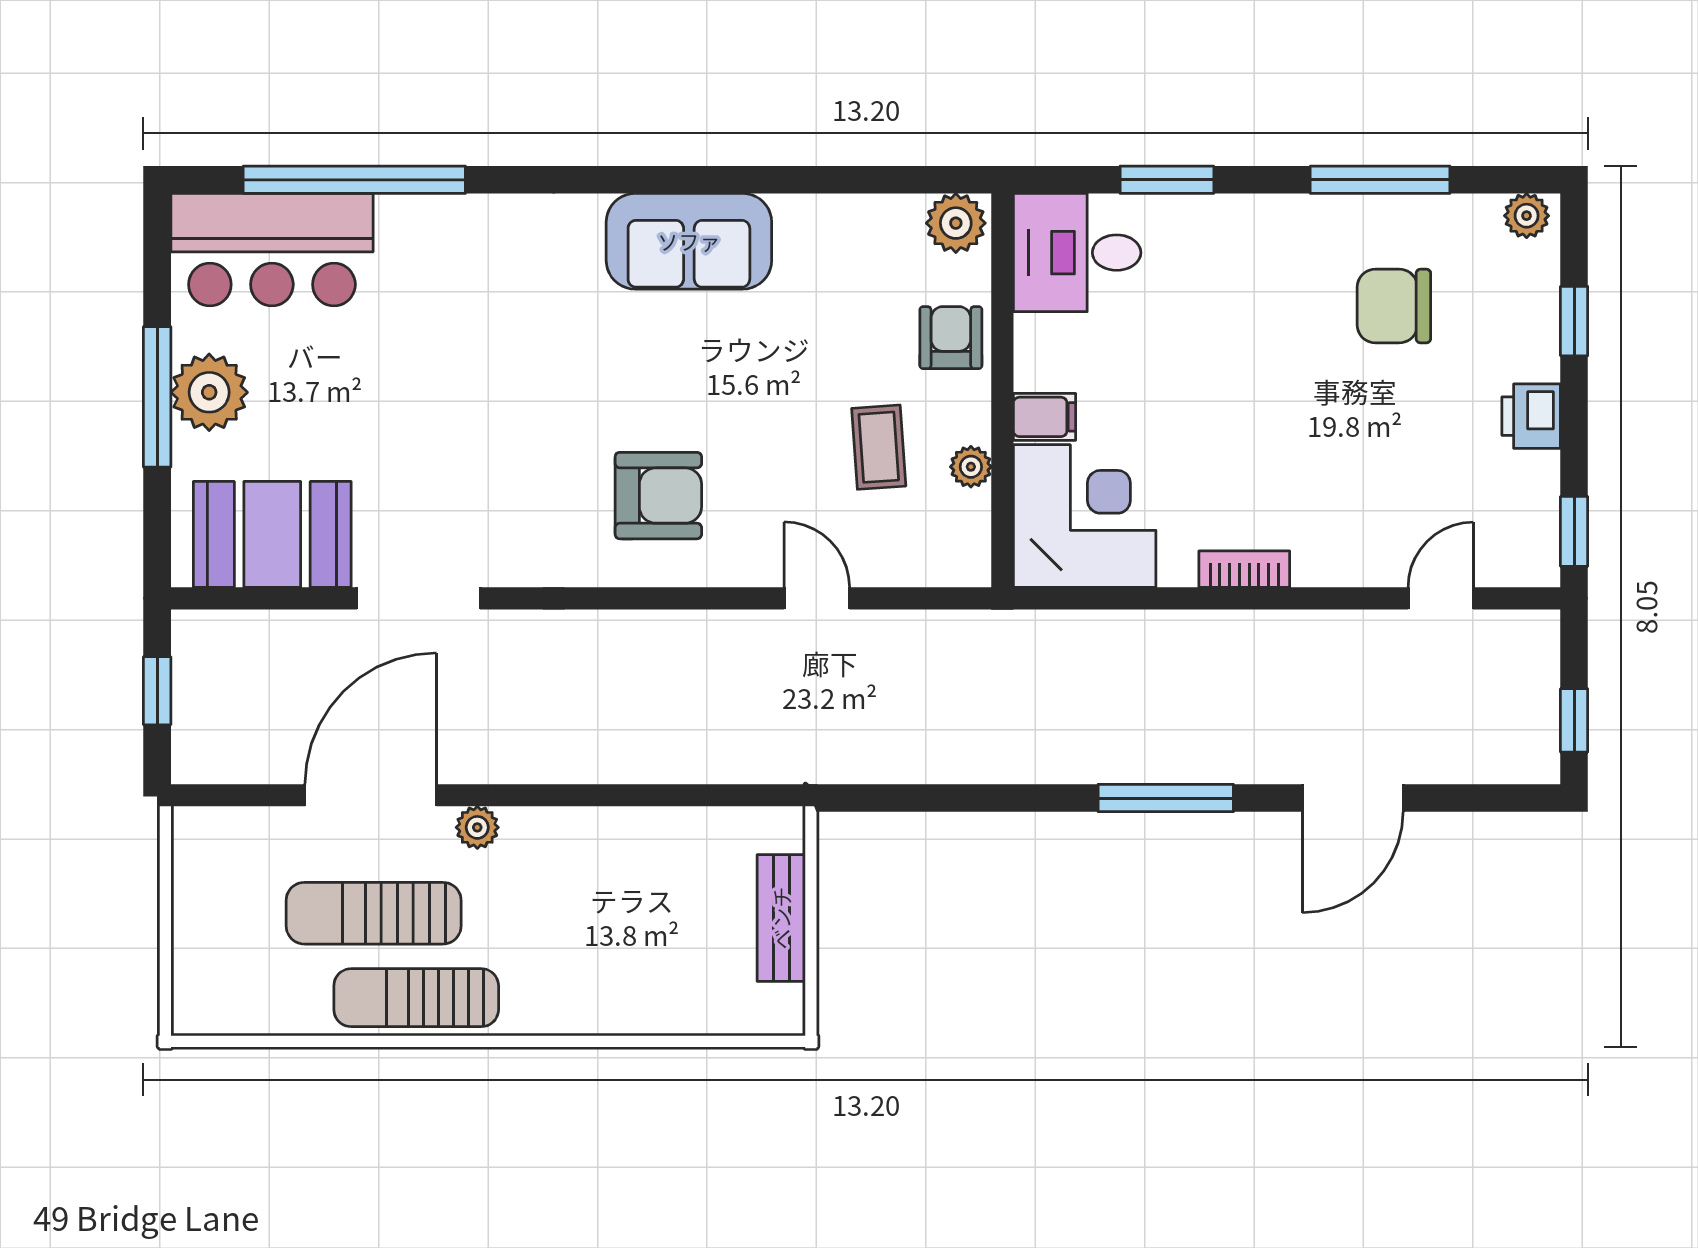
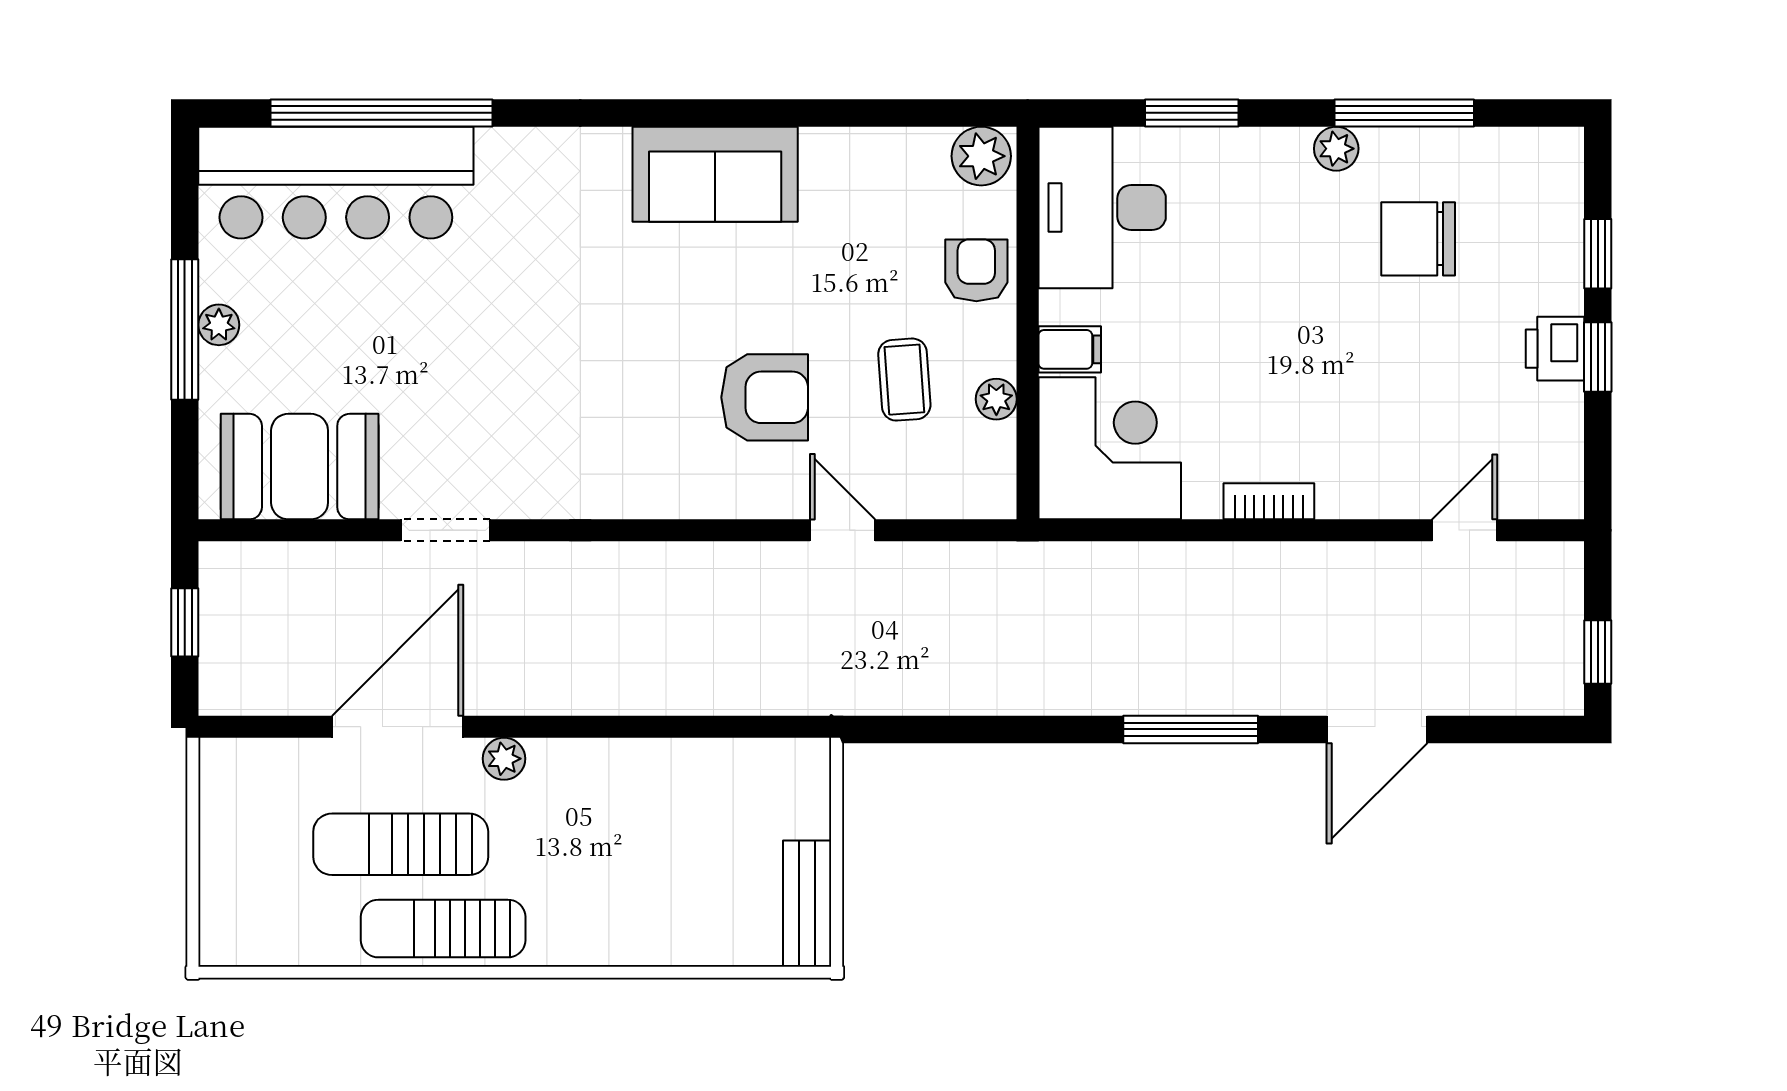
plant: (1527, 216) -> (1336, 149), moved
bar counter: (272, 250) -> (336, 183), width x1.36
desk: (1077, 253) -> (1102, 208), width x1.37
plant: (209, 392) -> (219, 325), width x0.53, depth x0.53
armchair: (658, 496) -> (765, 397), moved
window: (1574, 531) -> (1598, 357), moved
doorway: (418, 598) -> (445, 530), width x0.73
bench: (781, 918) -> (807, 904), moved

